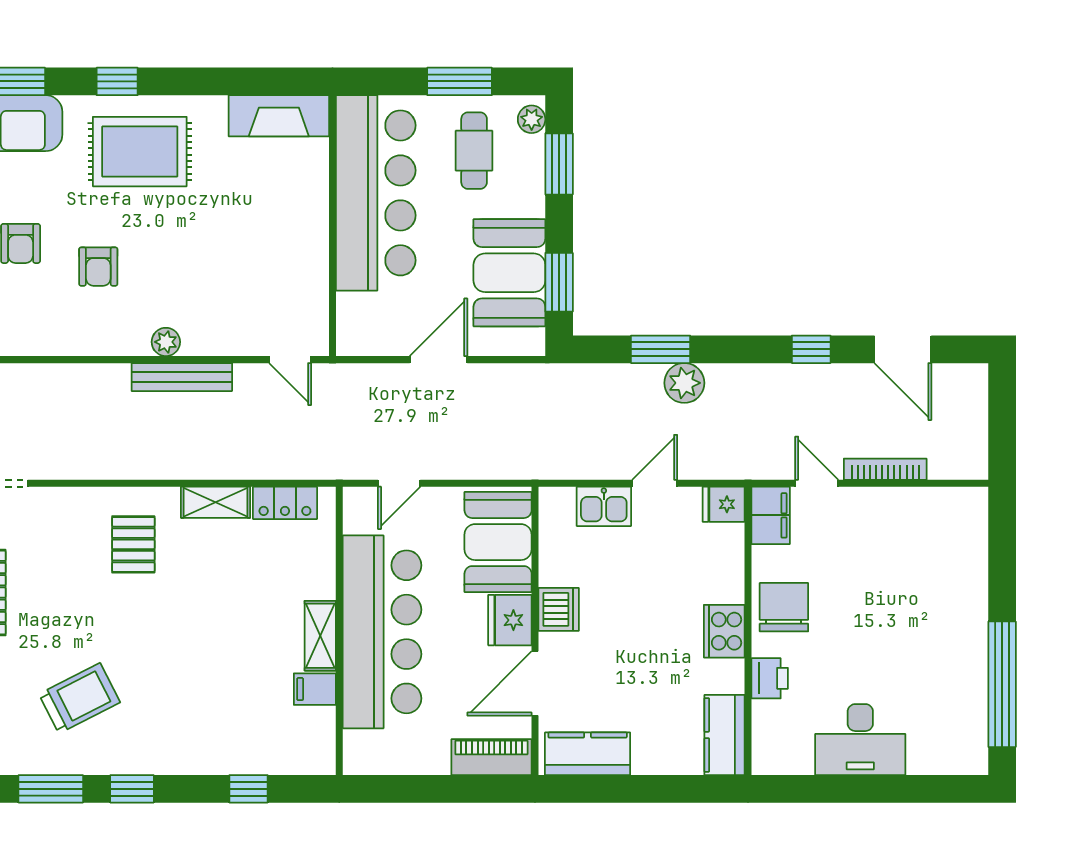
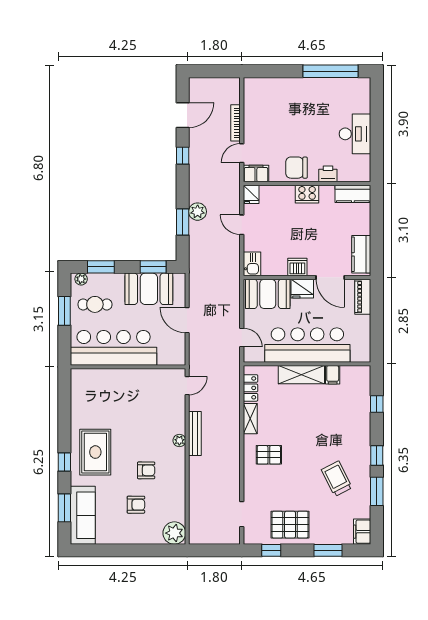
fireplace: (279, 116) -> (80, 391), removed
kitchen sink: (604, 506) -> (252, 264), moved
shelving: (320, 636) -> (301, 375), width x1.50, depth x1.33

